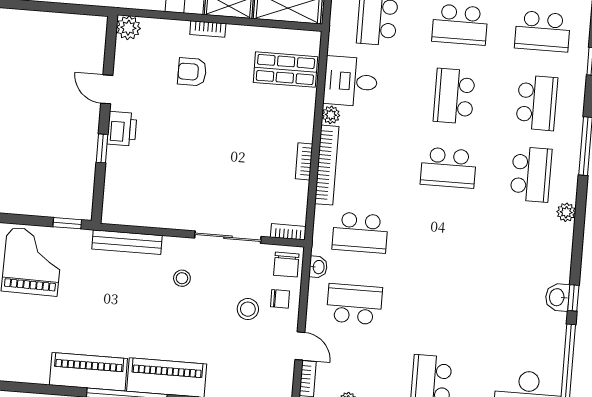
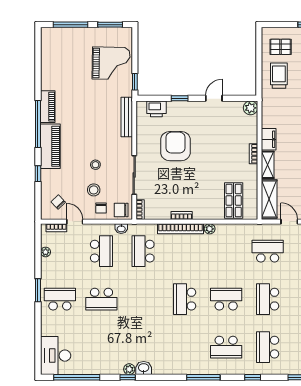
armchair: (192, 72) -> (175, 146), moved, width x1.88, depth x1.88
desk: (351, 81) -> (230, 239), removed
printer: (122, 129) -> (156, 109), moved
school desk: (531, 174) -> (101, 299), moved
plant: (566, 212) -> (129, 369), moved
stool: (182, 278) -> (95, 165), moved
washbasin: (557, 297) -> (144, 368), moved
window: (573, 298) -> (128, 377), moved
door: (300, 346) -> (75, 222), swing flipped
piano: (88, 372) -> (48, 107), width x0.73, depth x0.75
chair: (264, 372) -> (58, 202), added

